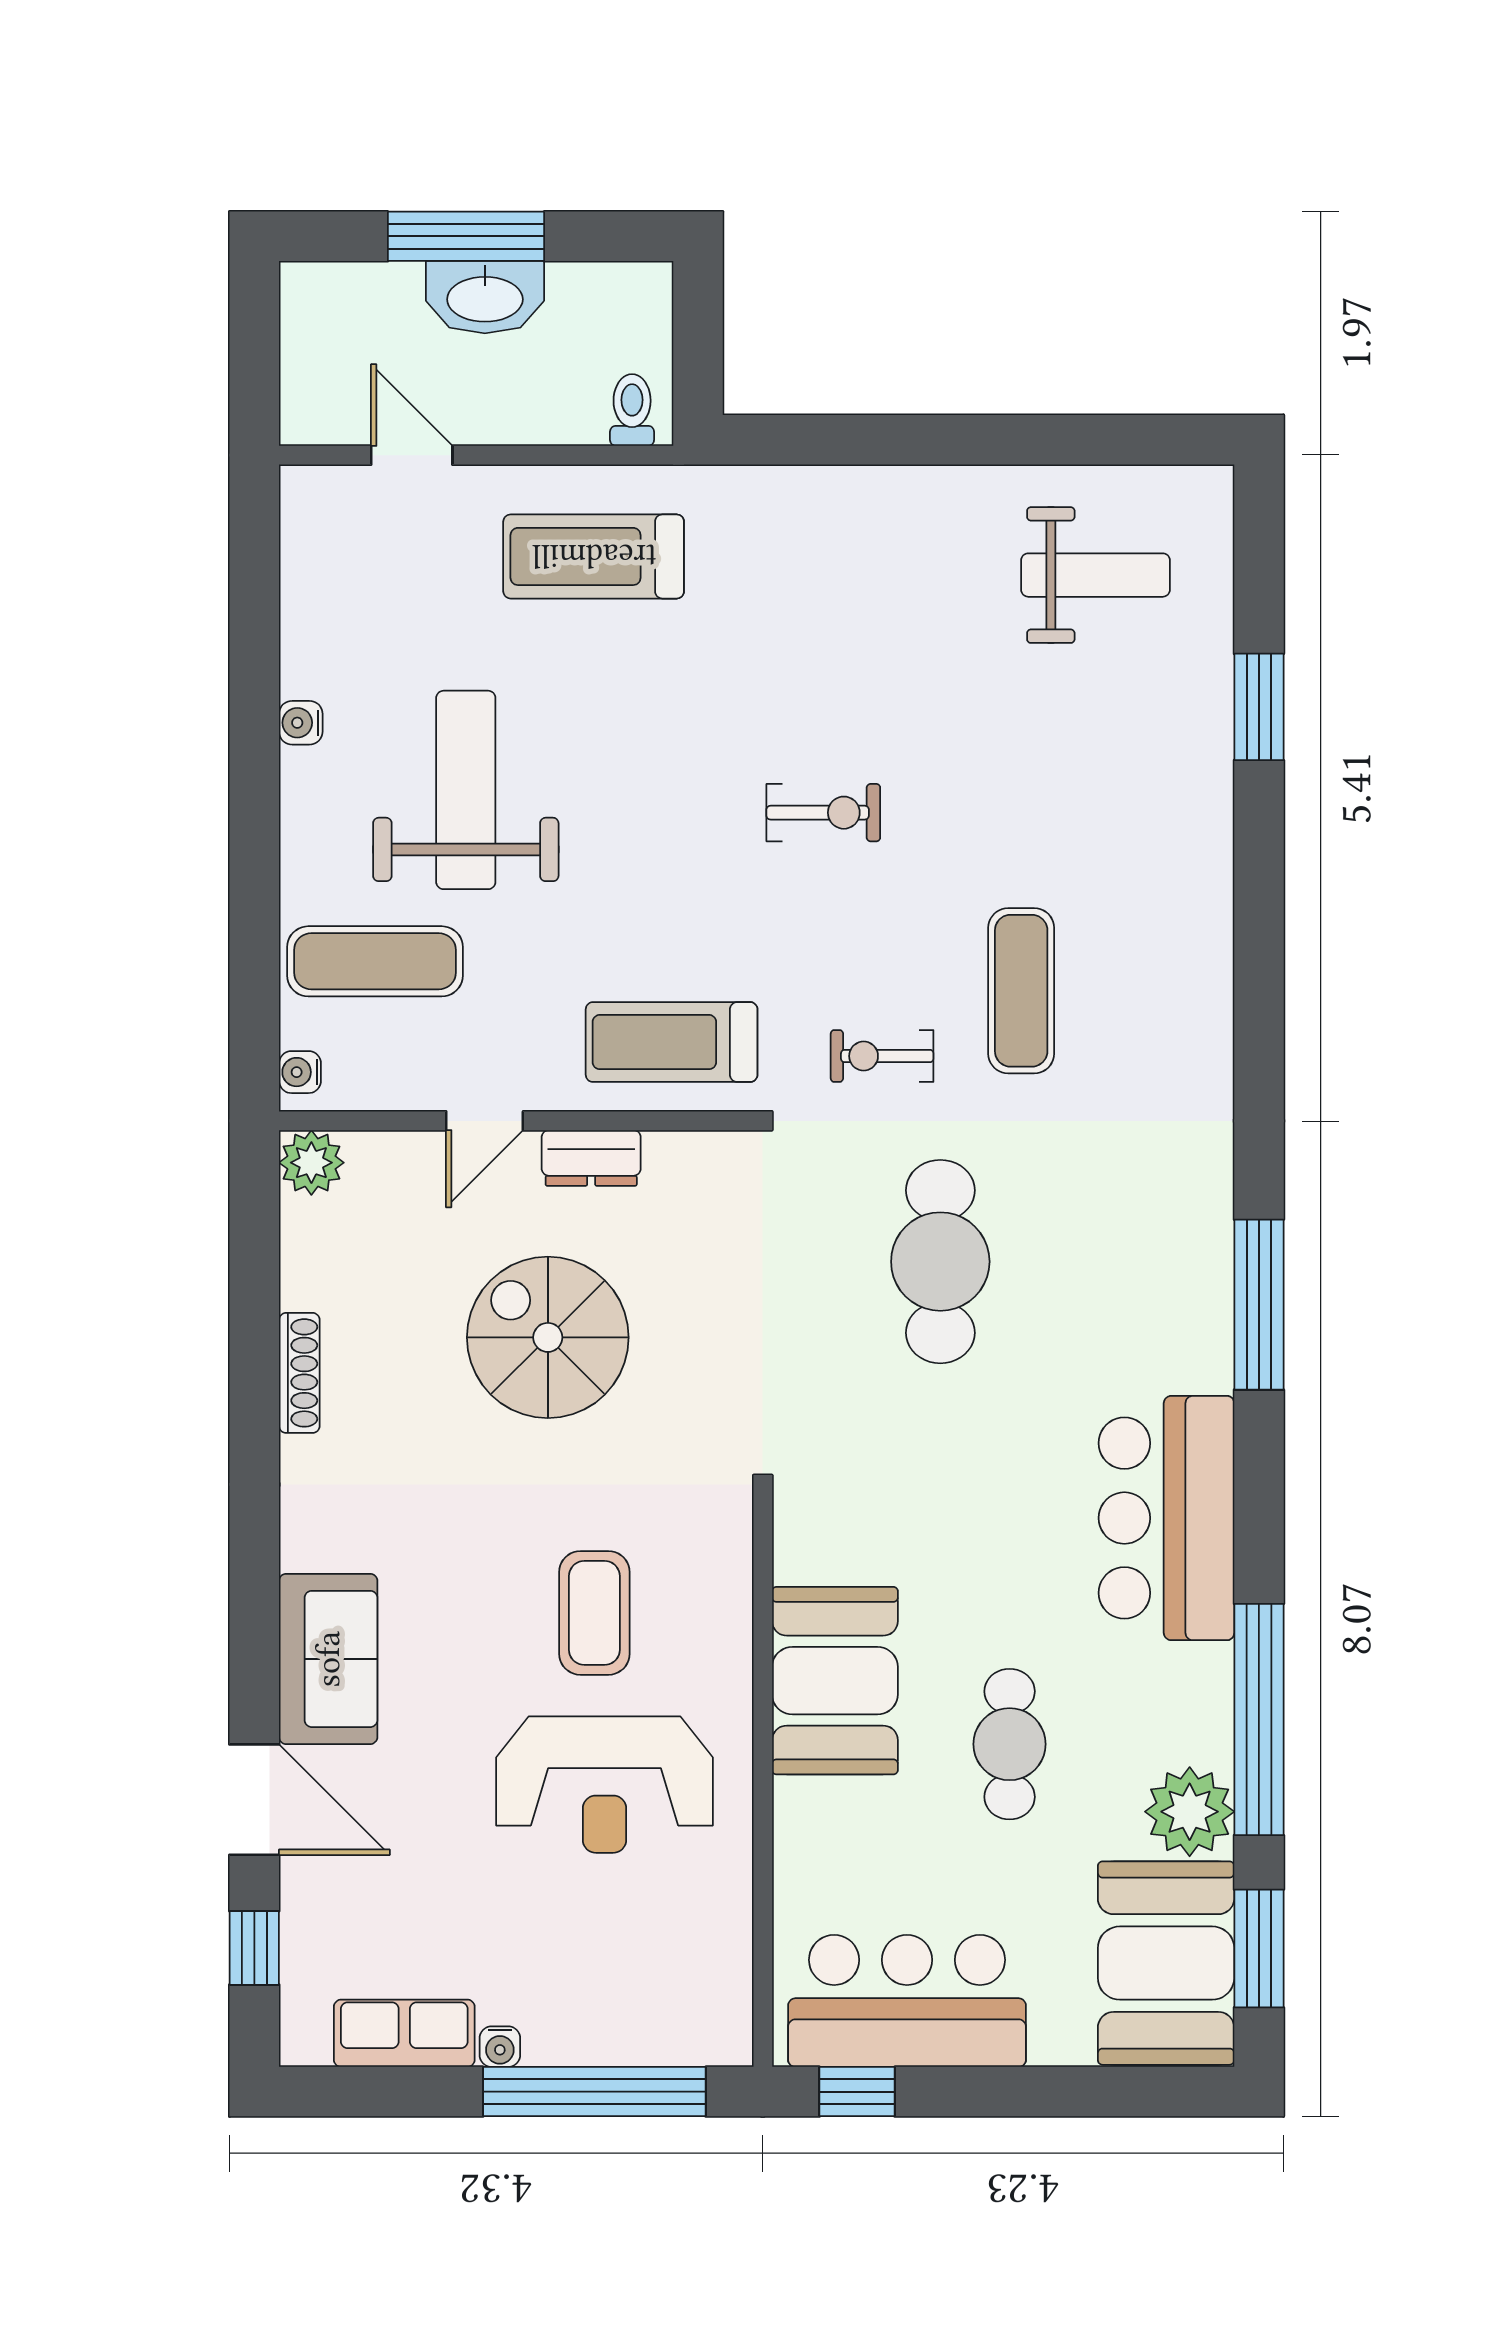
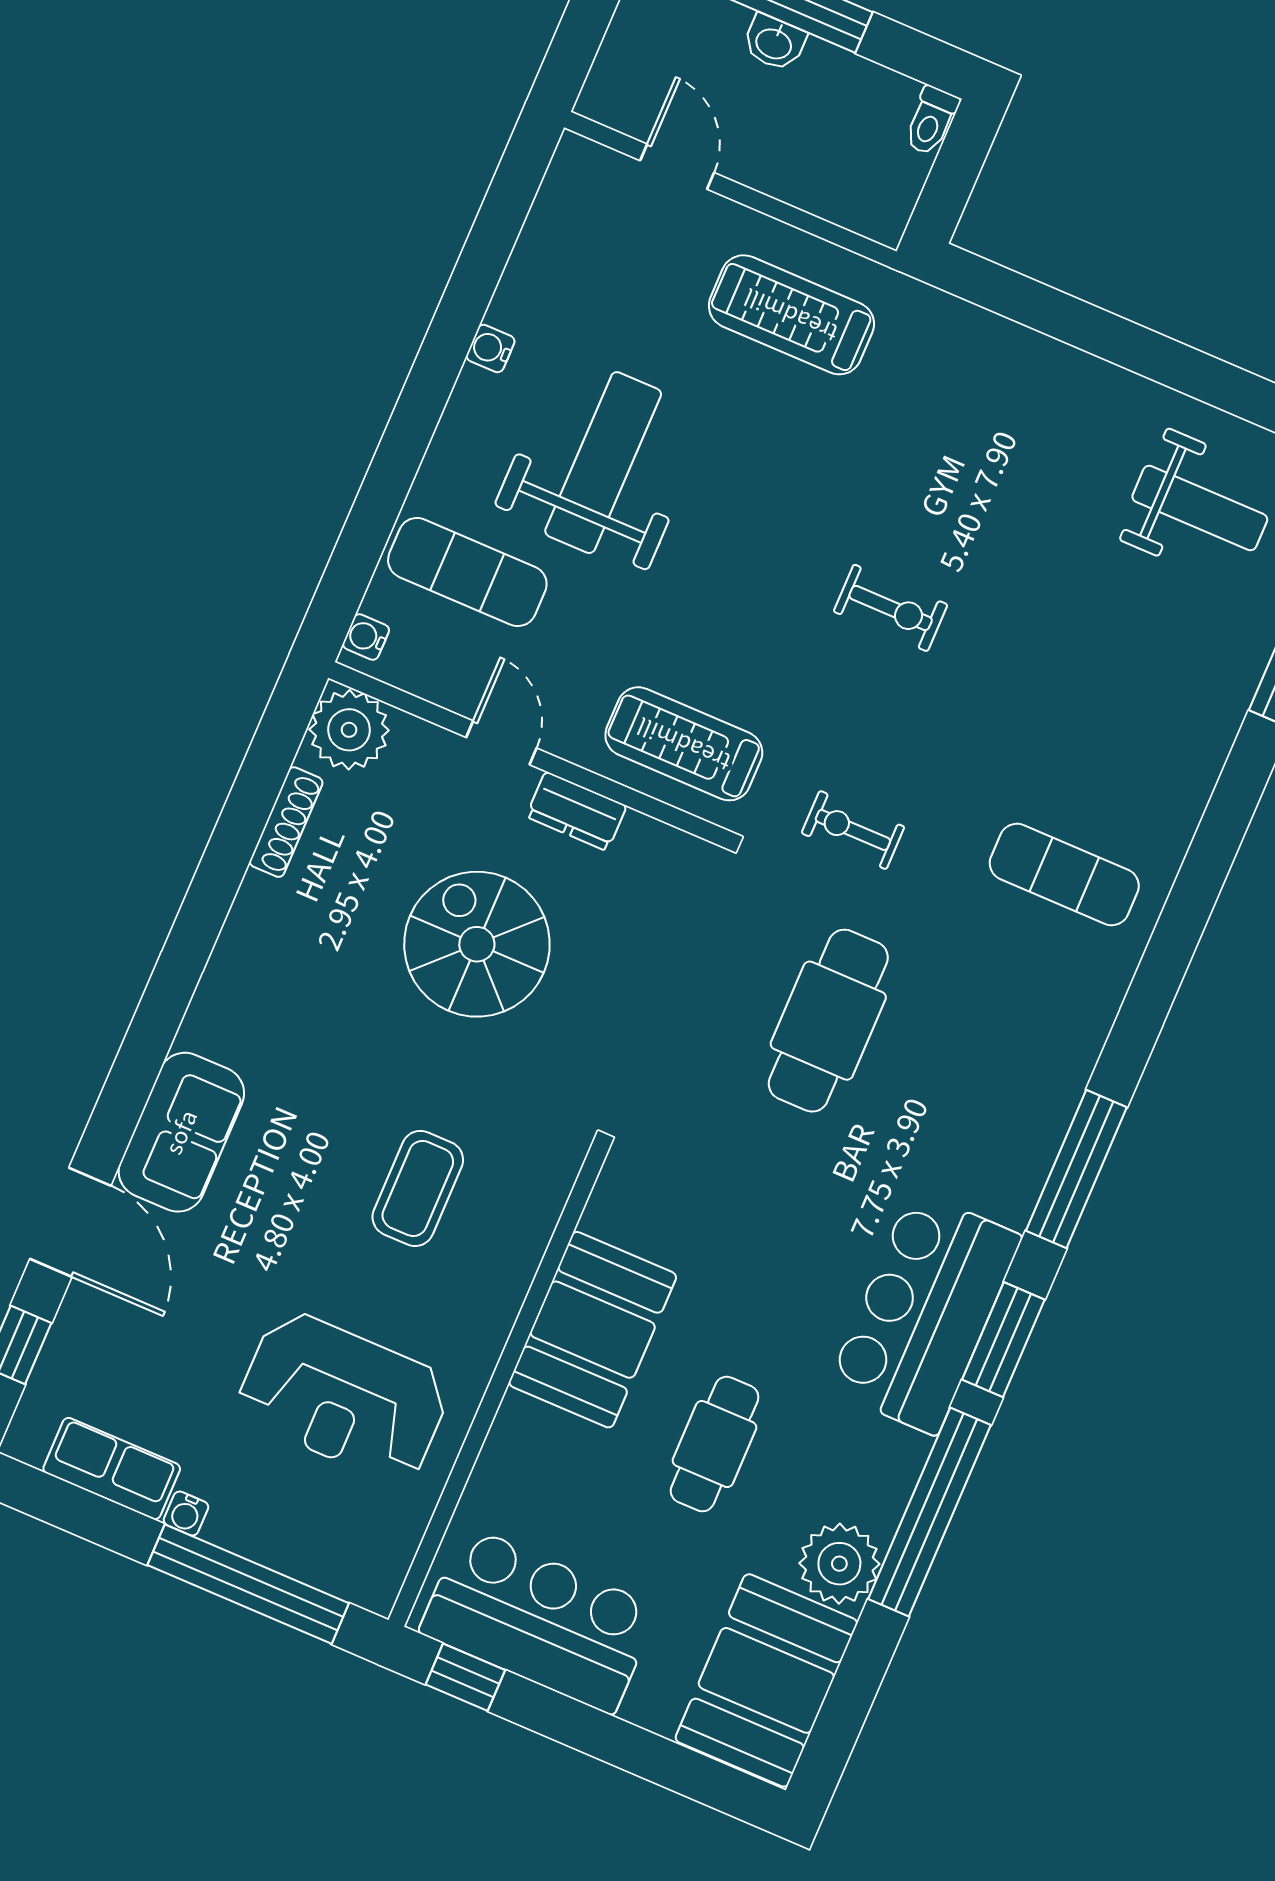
washbasin: (485, 297) -> (774, 43), width x0.52, depth x0.69
toilet: (632, 410) -> (931, 121), moved, turned 180
exercise mat: (1021, 991) -> (1064, 874), moved, turned 90
door: (485, 1121) -> (501, 743), swing flipped
plant: (311, 1163) -> (349, 730), width x1.36, depth x1.36
shoe rack: (299, 1373) -> (286, 822), moved
reception desk: (604, 1785) -> (344, 1397), moved
window: (1259, 1949) -> (1003, 1340), moved

